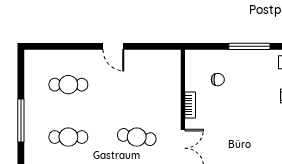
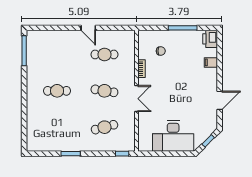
cafe table: (68, 85) -> (104, 54), moved
window: (21, 121) -> (24, 51), moved

